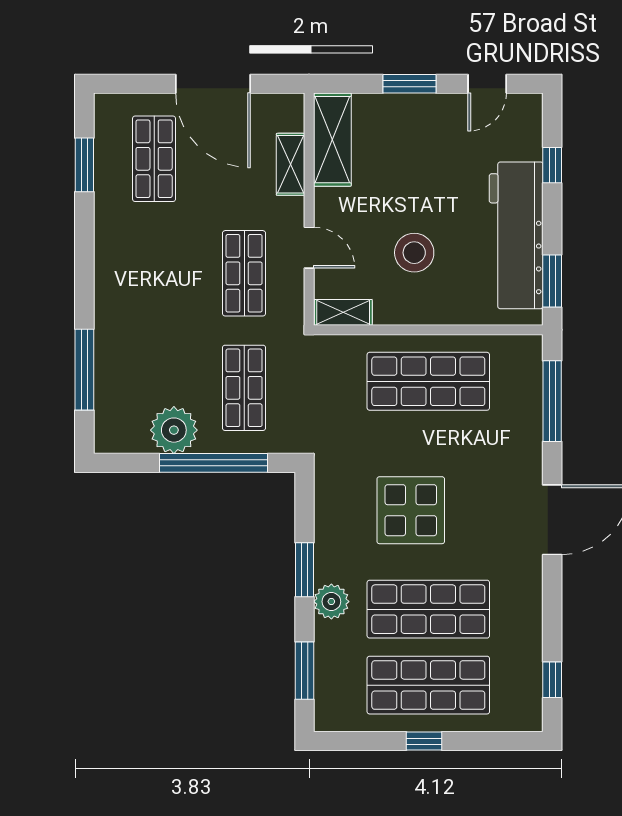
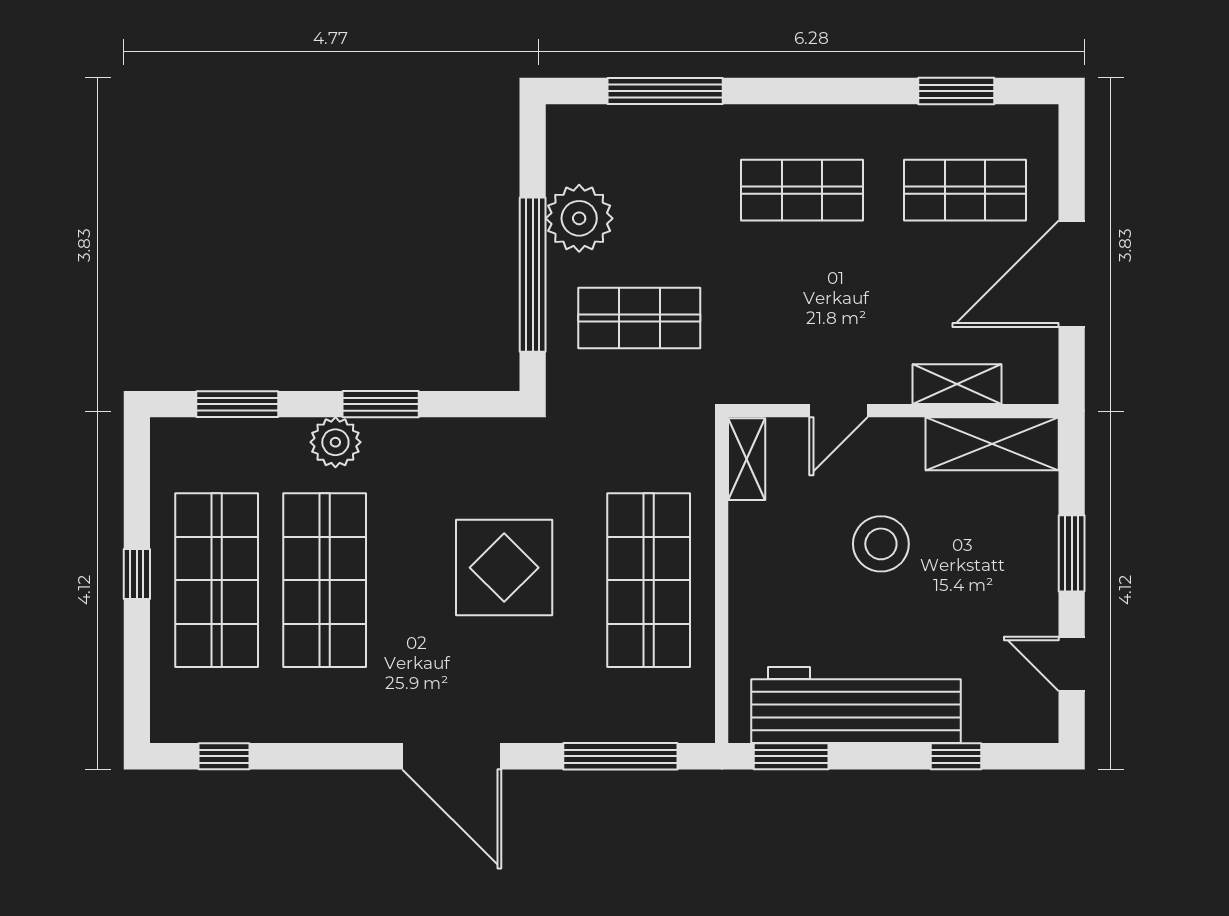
stool: (414, 253) -> (881, 544), moved
shop shelf: (244, 273) -> (802, 190), moved
display table: (411, 510) -> (504, 568), moved

